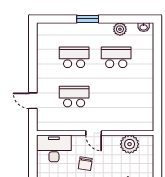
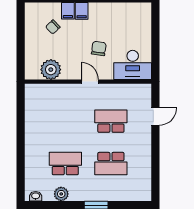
school desk: (116, 57) -> (65, 164), turned 180
school desk: (74, 96) -> (111, 121), turned 180
door: (33, 101) -> (155, 116), hinge flipped

